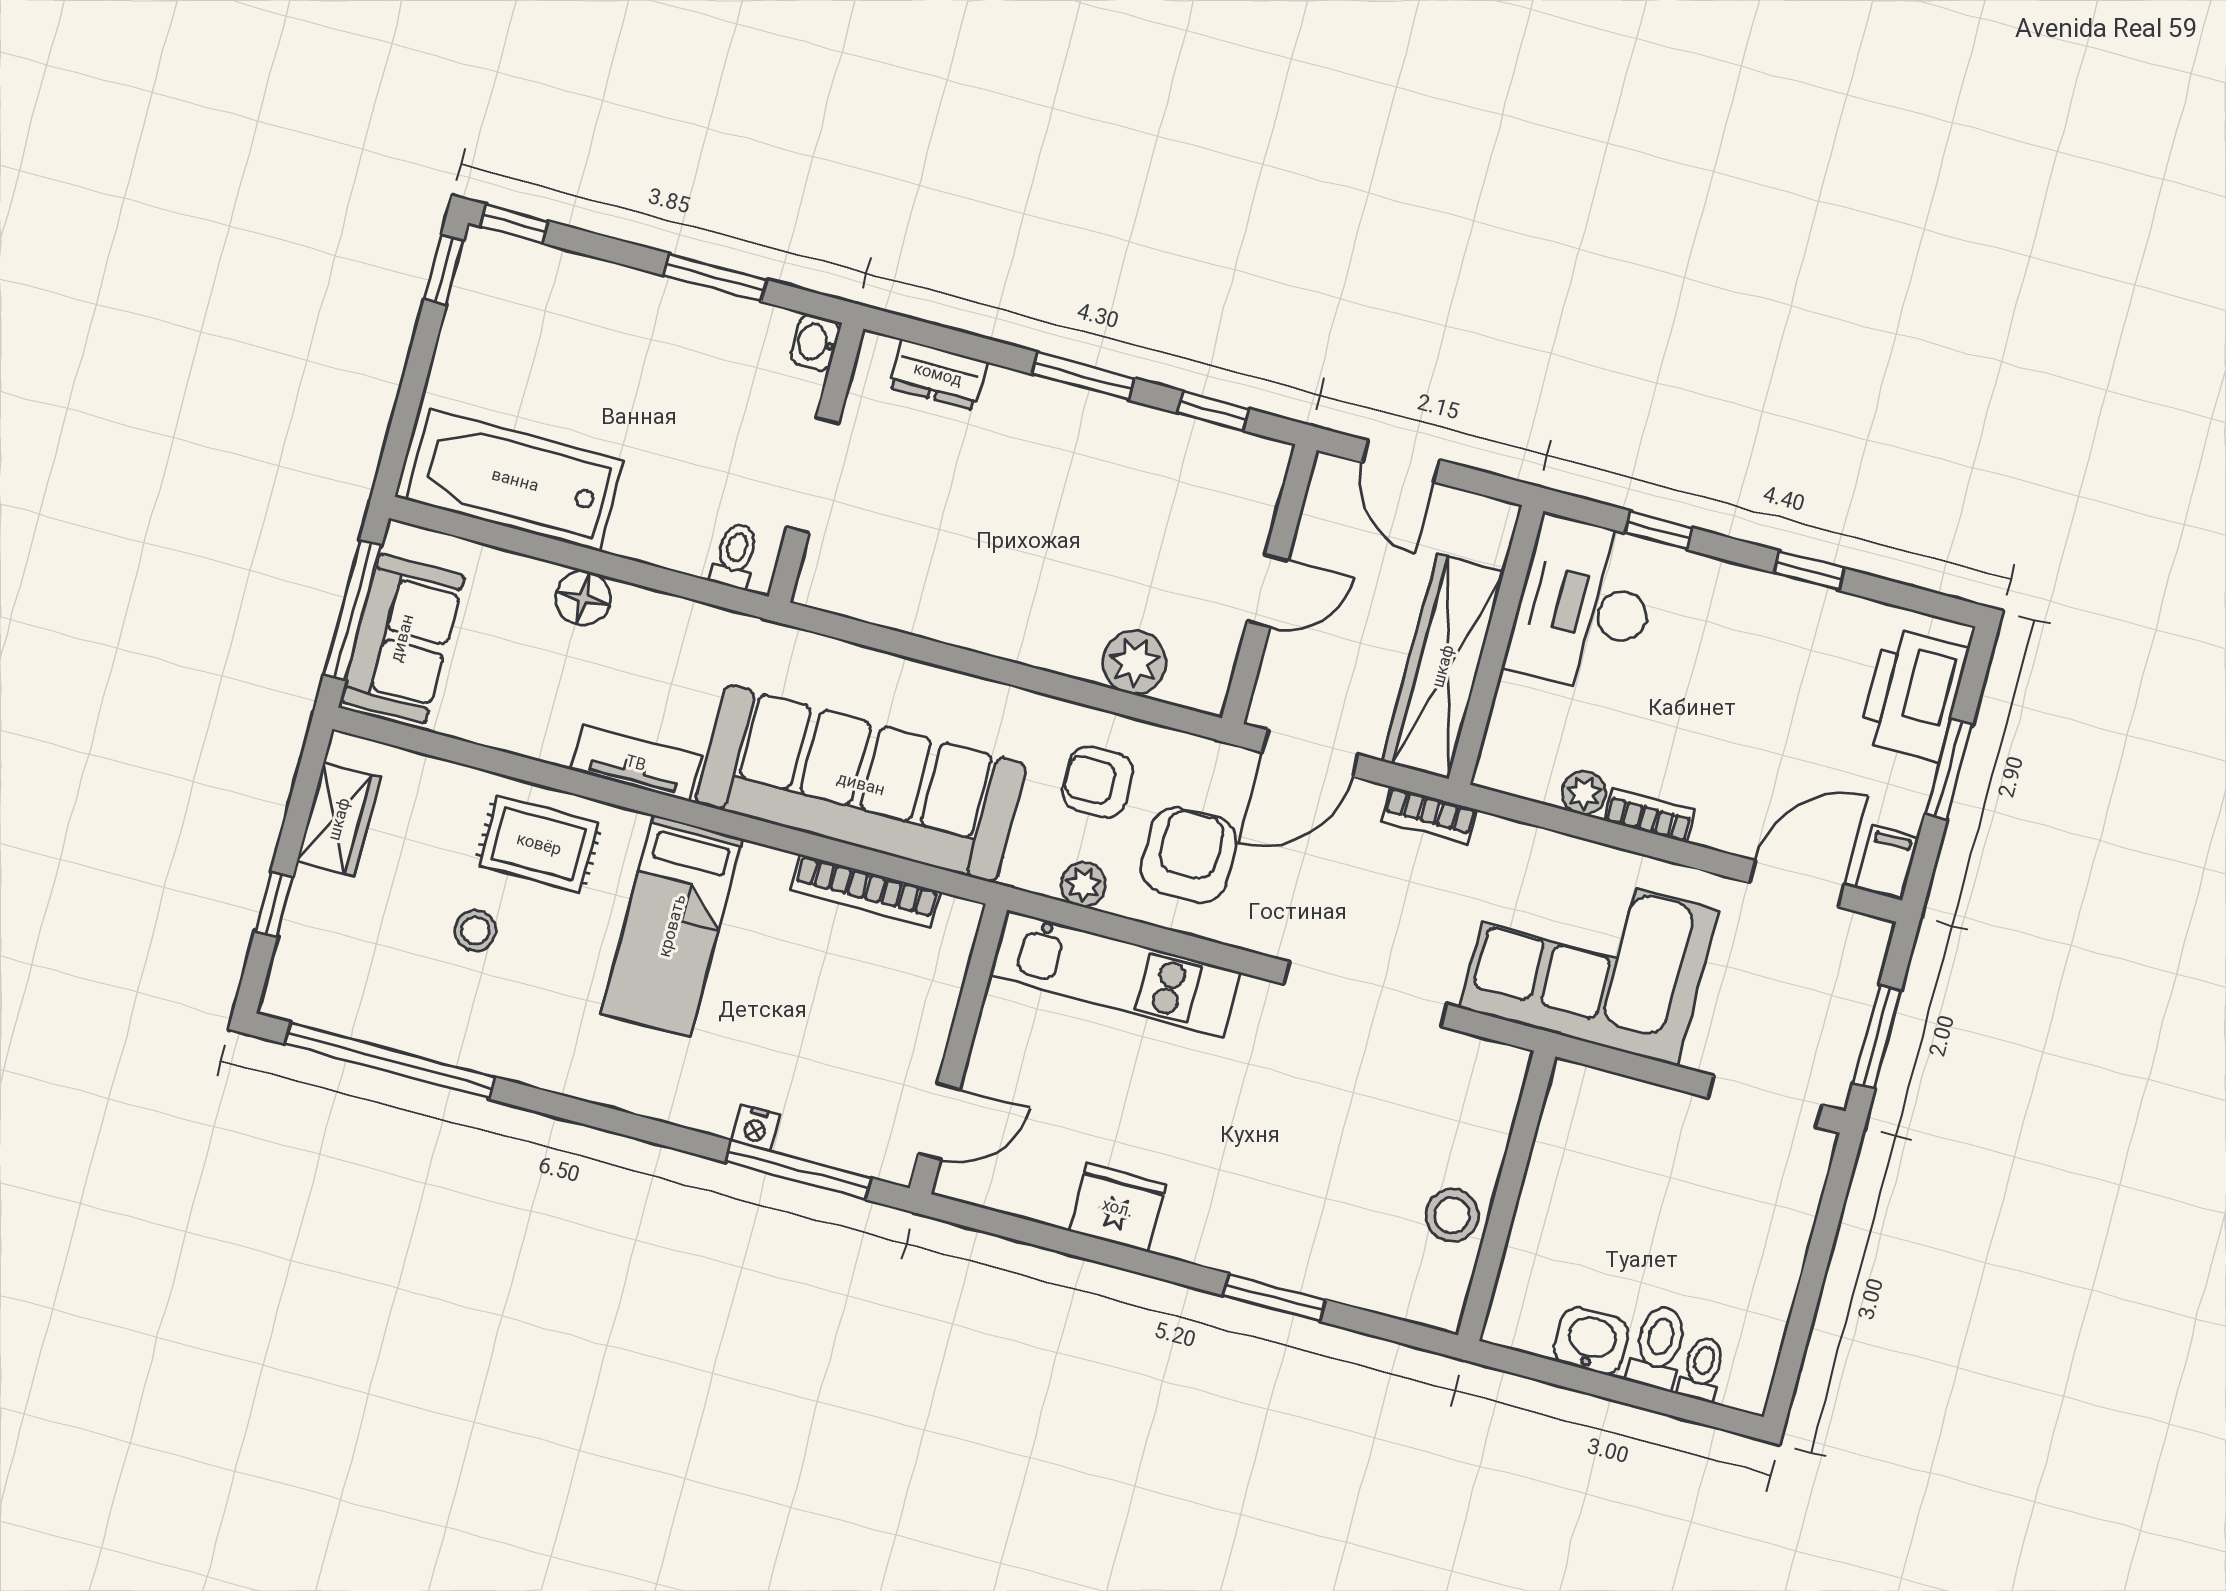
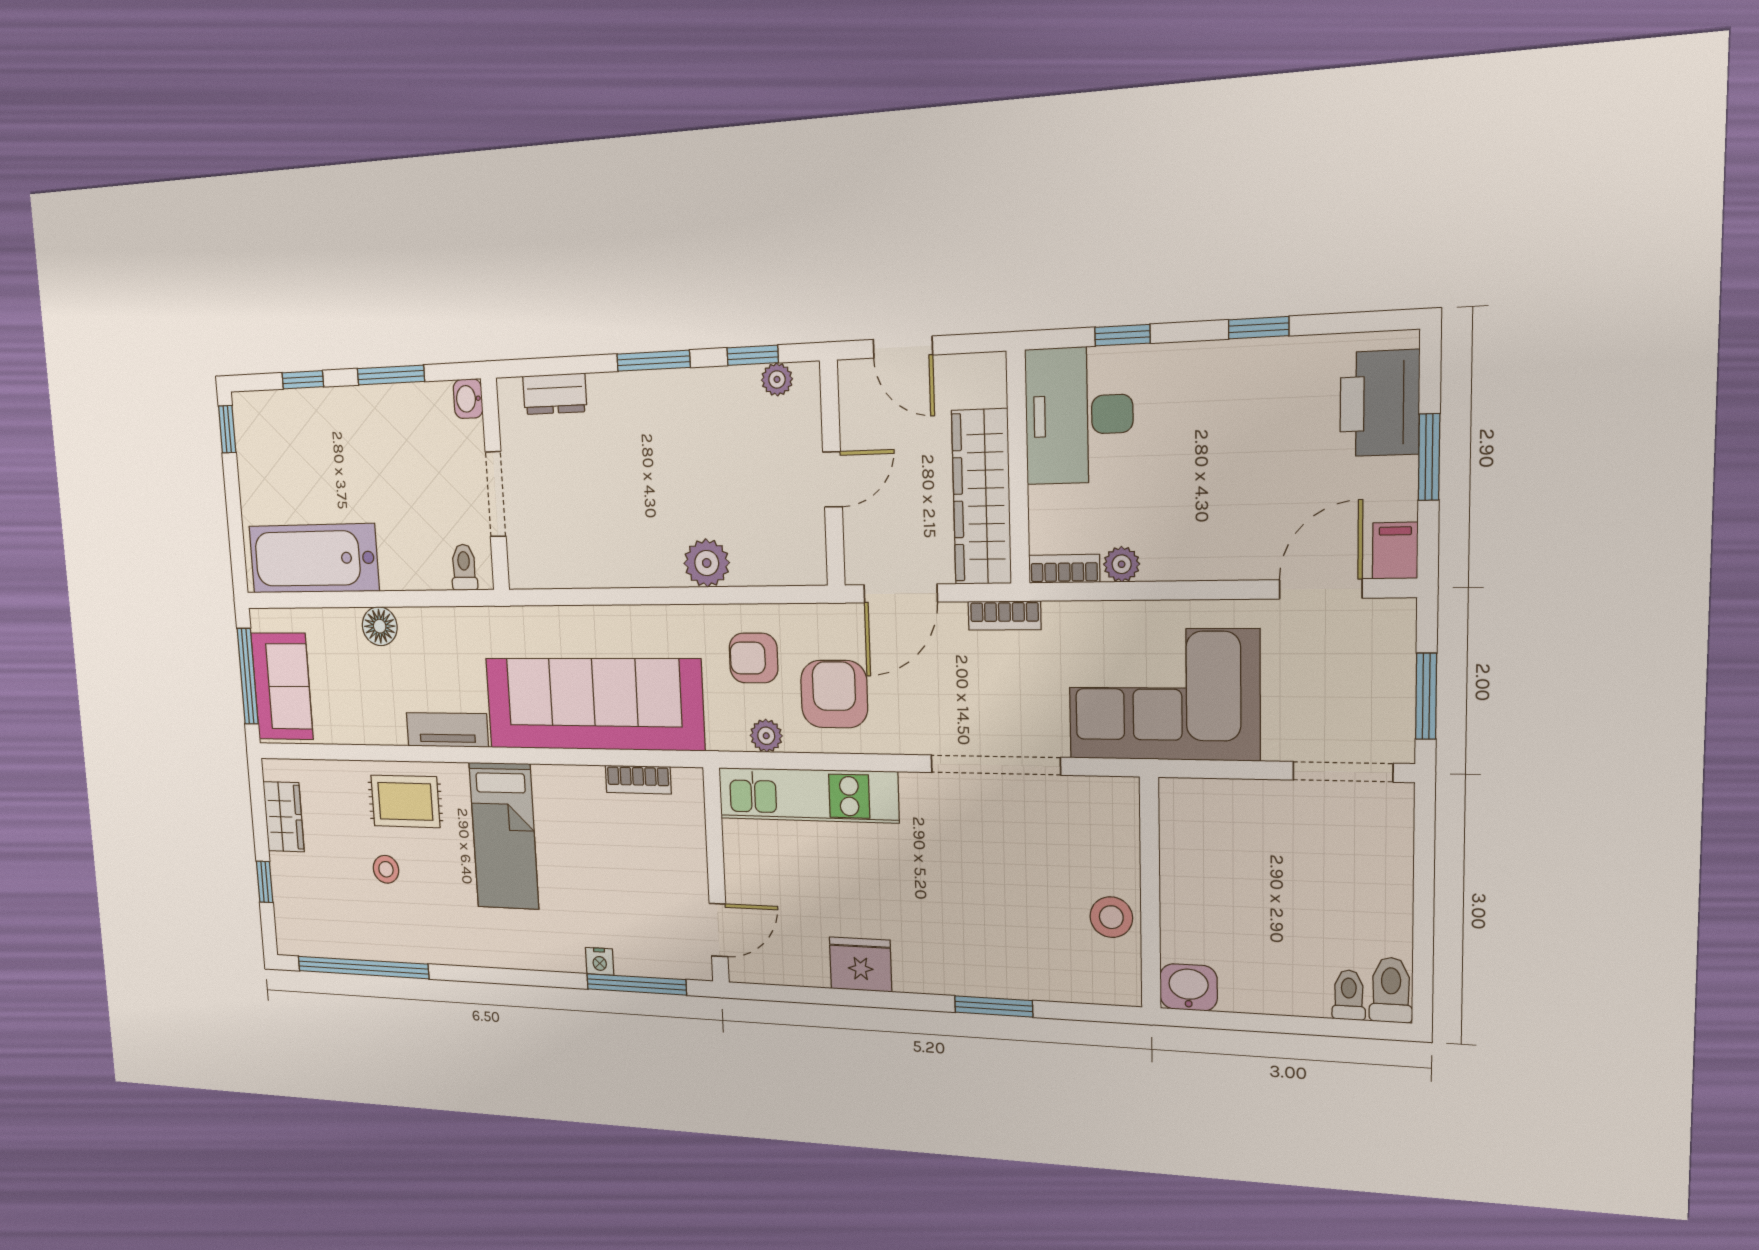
window: (514, 224) -> (303, 380), moved
plant: (1235, 450) -> (777, 379), added
plant: (1135, 662) -> (707, 563), moved
bookcase: (1649, 815) -> (1064, 569), moved
bookcase: (865, 891) -> (638, 780), width x0.64
washbasin: (1591, 1341) -> (1188, 987), moved
toilet: (1658, 1347) -> (1391, 990), moved

